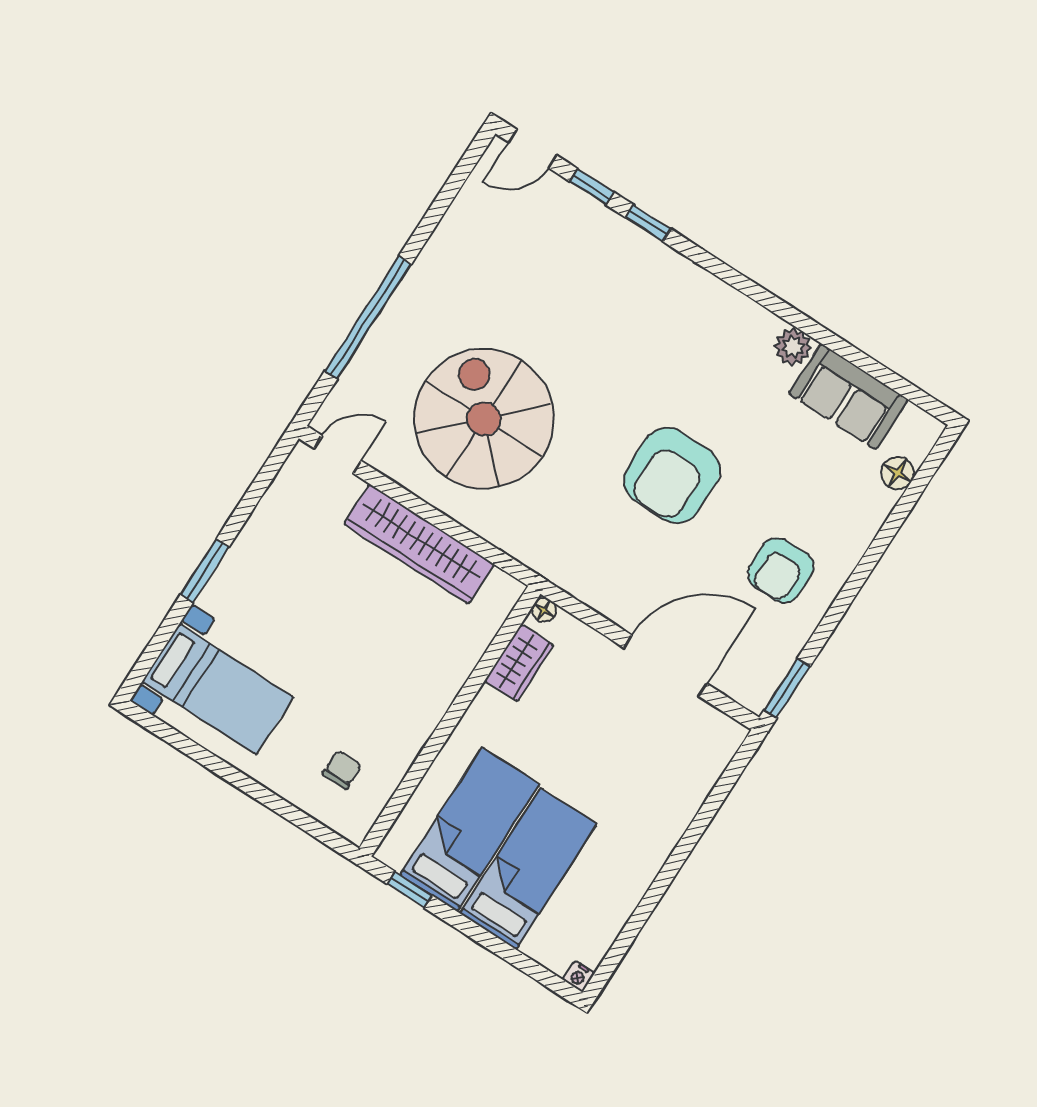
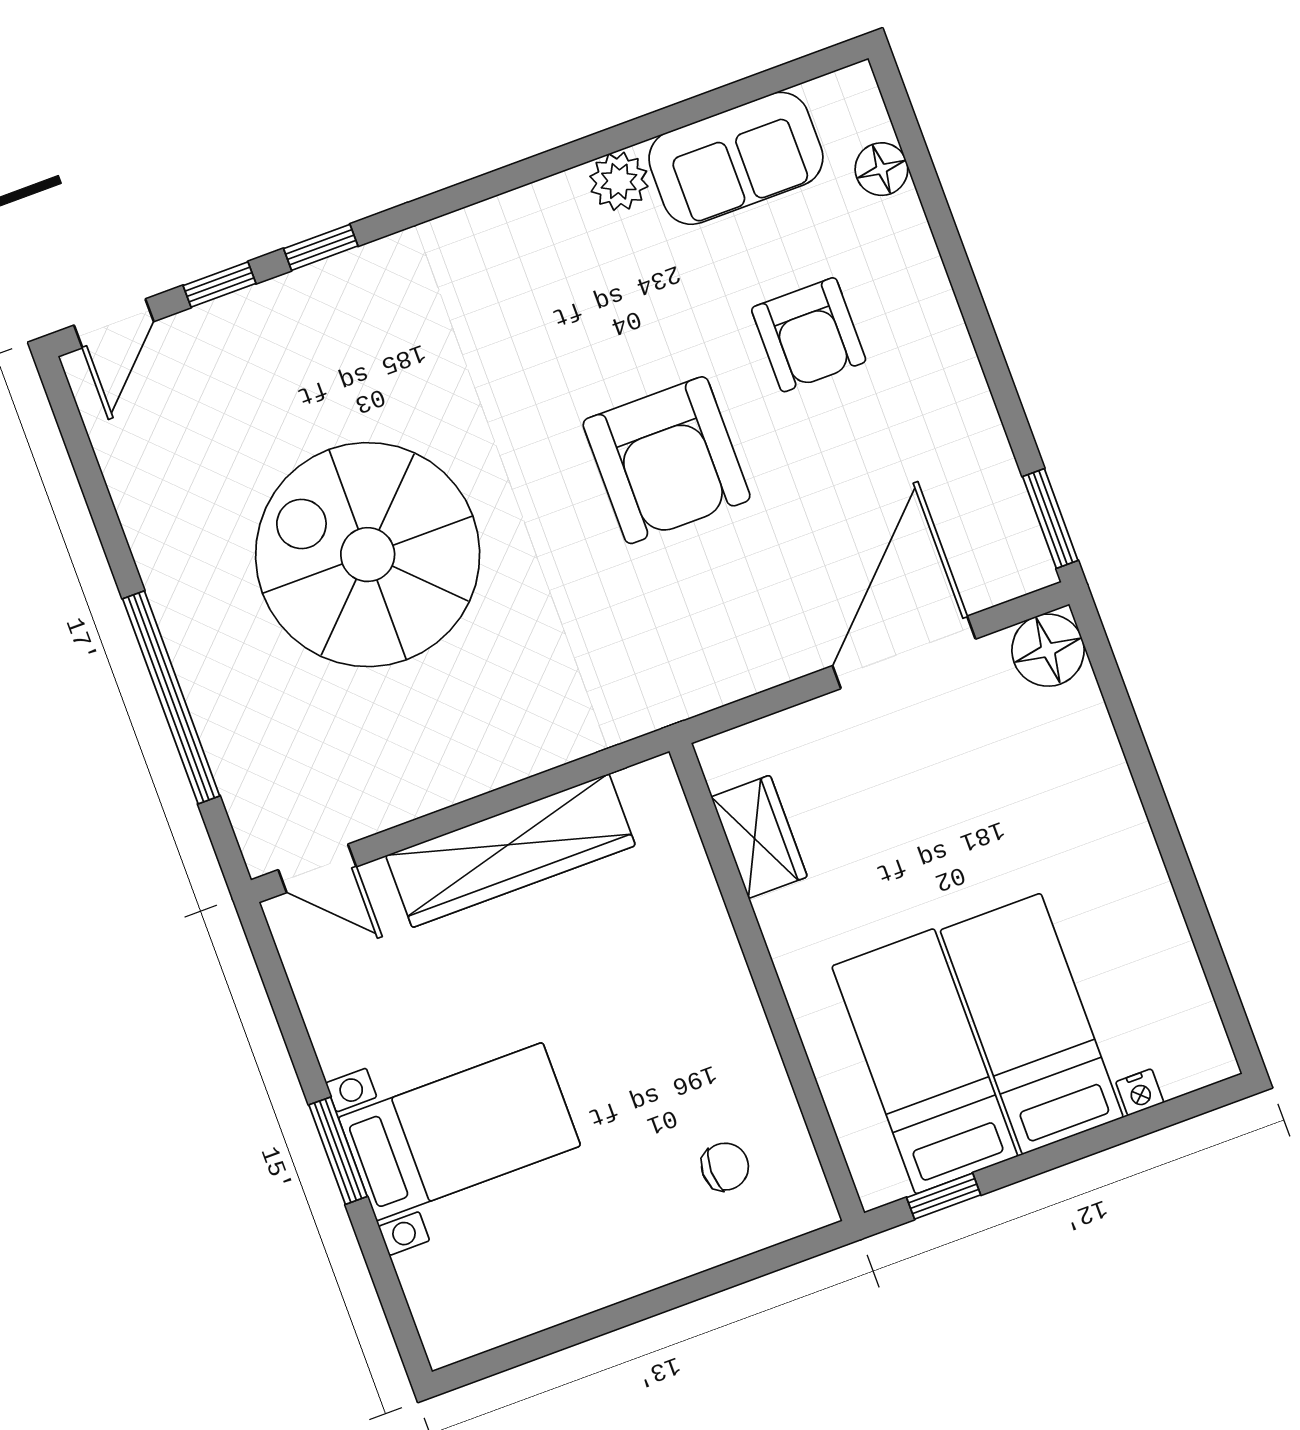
spiral stairs: (484, 419) -> (368, 555), moved
door: (338, 454) -> (317, 868), swing flipped
armchair: (781, 570) -> (809, 335), moved
floor lamp: (544, 610) -> (1048, 650), moved, width x1.89, depth x1.89
bed with nightstands: (218, 689) -> (459, 1132), moved
chair: (342, 770) -> (725, 1167), turned 90
nightstand: (578, 976) -> (1140, 1092), moved

